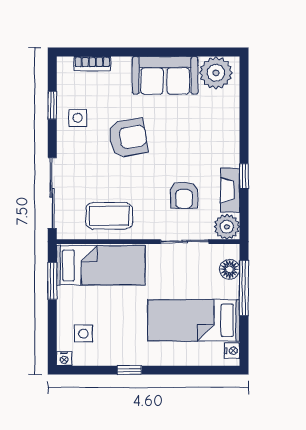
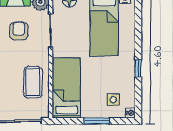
armchair: (184, 195) -> (19, 31), turned -90
window: (52, 281) -> (97, 121), moved

